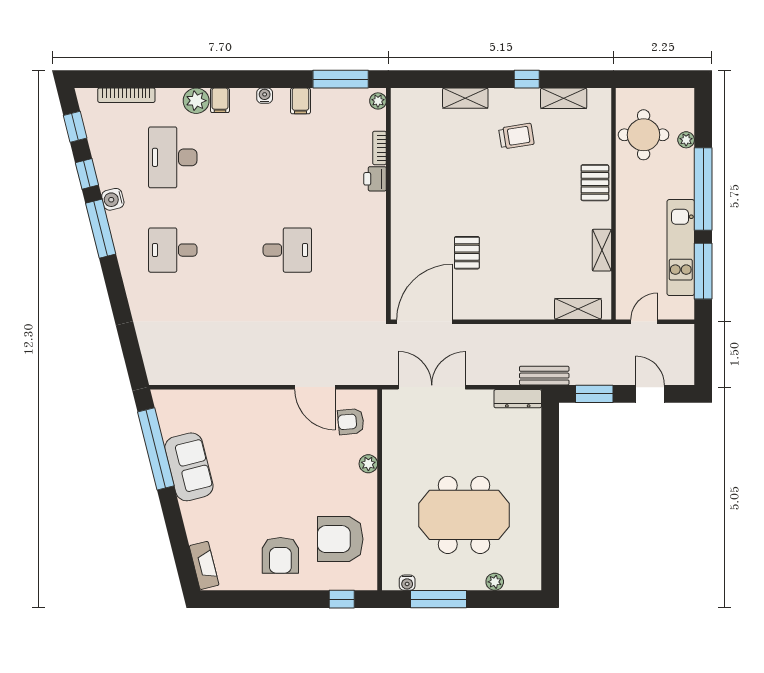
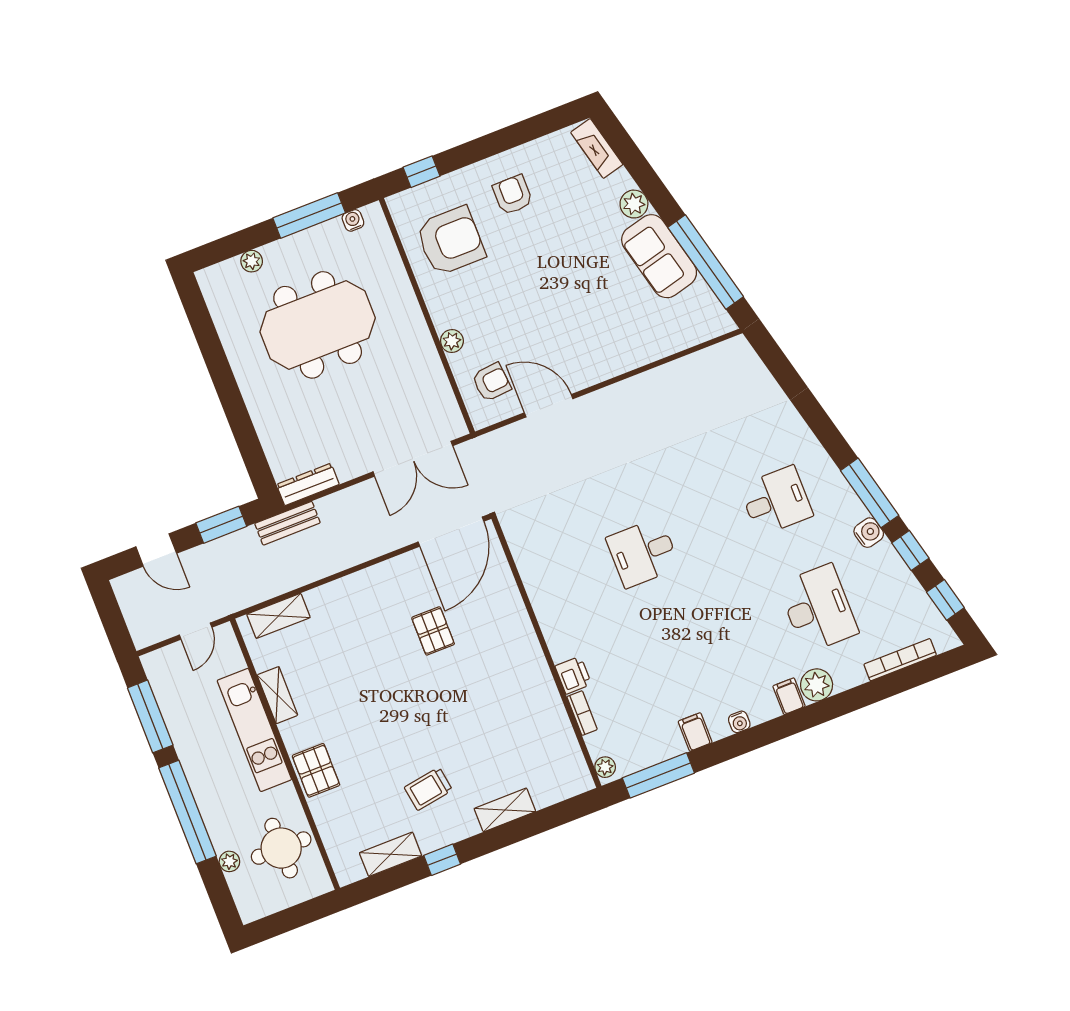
kitchen unit: (681, 248) -> (254, 730), moved, turned 180
plant: (192, 513) -> (634, 204), added
armchair: (280, 555) -> (513, 195), width x0.72, depth x0.72

